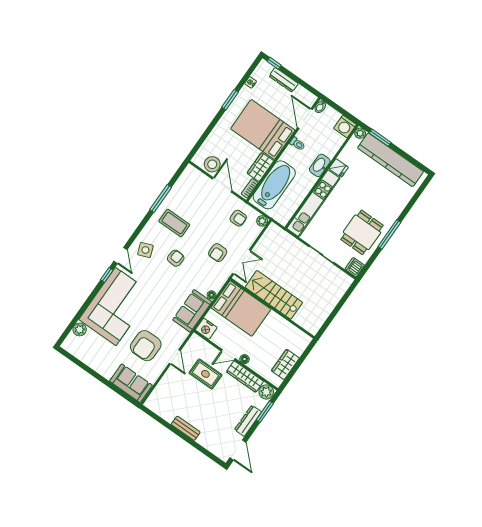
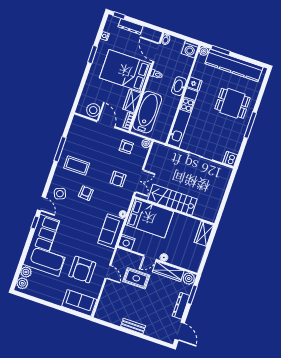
dining table: (362, 232) -> (233, 103), moved, turned 90
plant: (72, 341) -> (22, 283), added
wardrobe: (285, 364) -> (204, 234), moved

